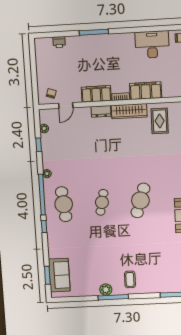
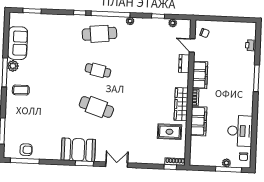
dresser: (101, 111) -> (184, 64), moved
sofa: (59, 275) -> (18, 43), moved, turned -90

